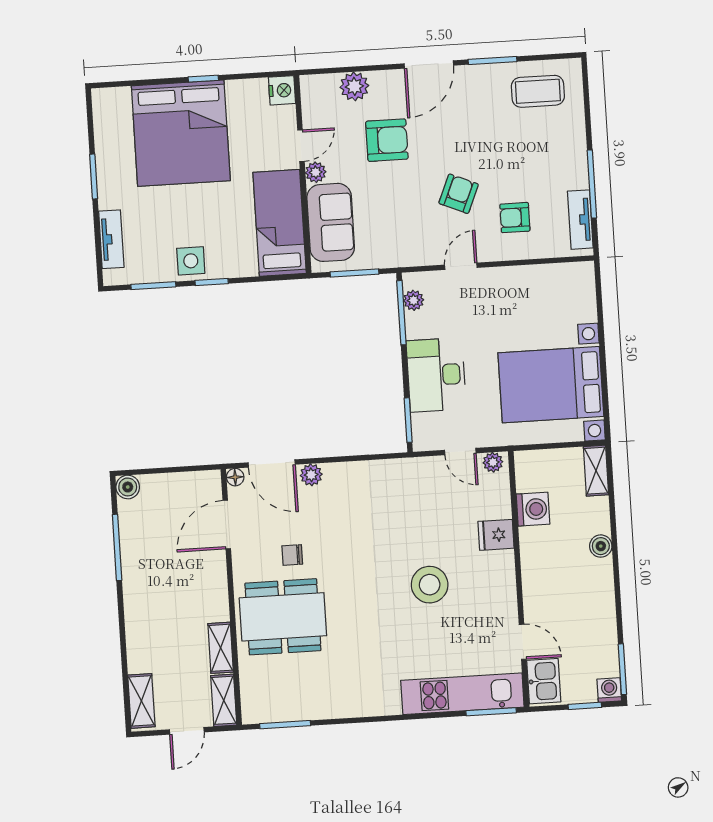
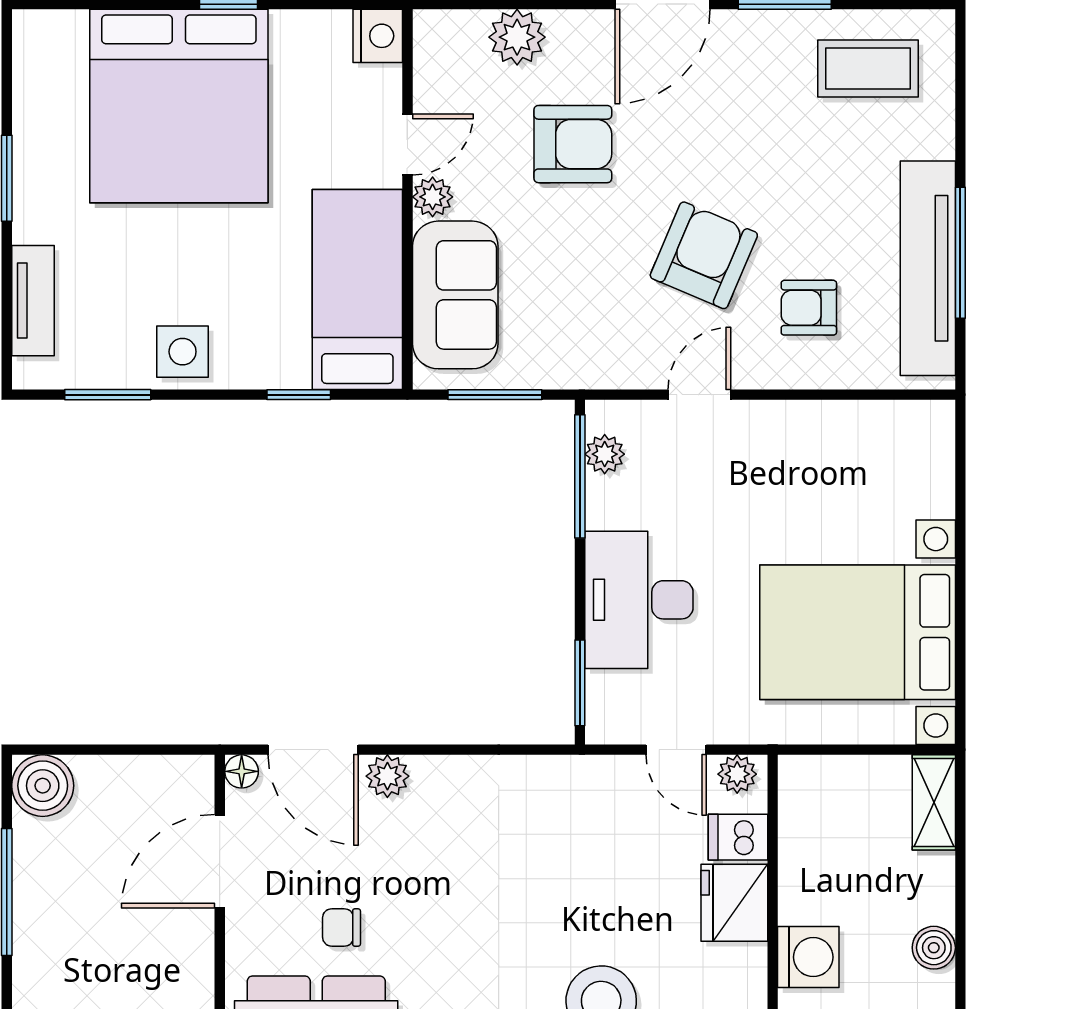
armchair: (459, 194) -> (704, 255), width x1.38, depth x1.38
tv unit: (580, 220) -> (928, 268), width x1.92, depth x1.29
window: (212, 282) -> (299, 395), moved
boiler: (128, 487) -> (43, 786), width x1.36, depth x1.36
dishwasher: (495, 495) -> (738, 837), added
washing machine: (533, 509) -> (808, 957), moved
fridge: (496, 535) -> (734, 903), width x1.38

